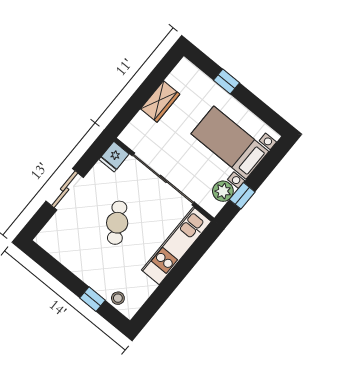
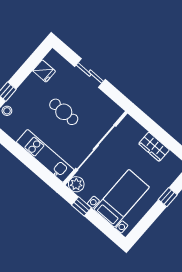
fridge: (114, 157) -> (44, 71), moved, turned 180
plant: (223, 191) -> (76, 184), moved
cafe table: (117, 223) -> (64, 112), turned 31

